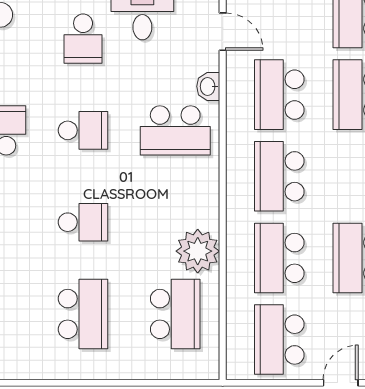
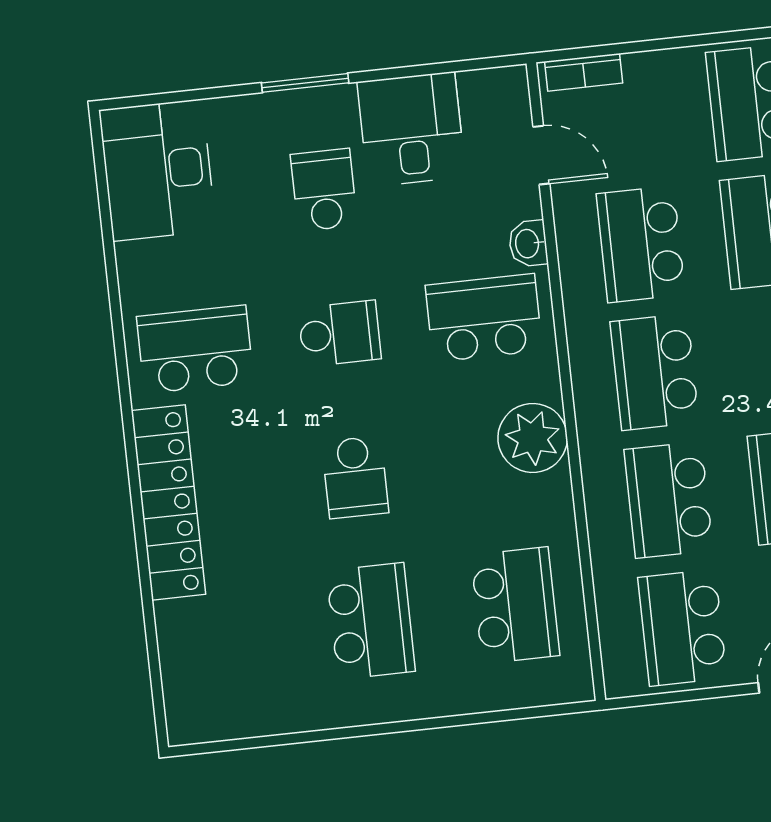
school desk: (83, 39) -> (324, 190), turned 180
school desk: (175, 130) -> (484, 318), turned 180
school desk: (83, 222) -> (355, 477), turned 90
plant: (198, 251) -> (533, 438), moved

